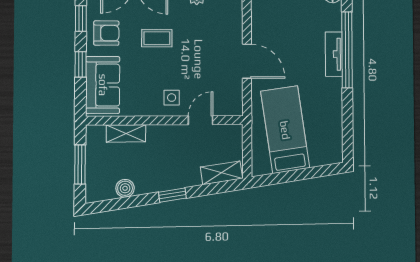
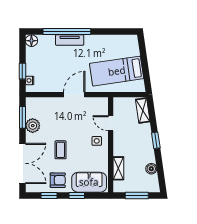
armchair: (106, 33) -> (58, 180), turned 90

